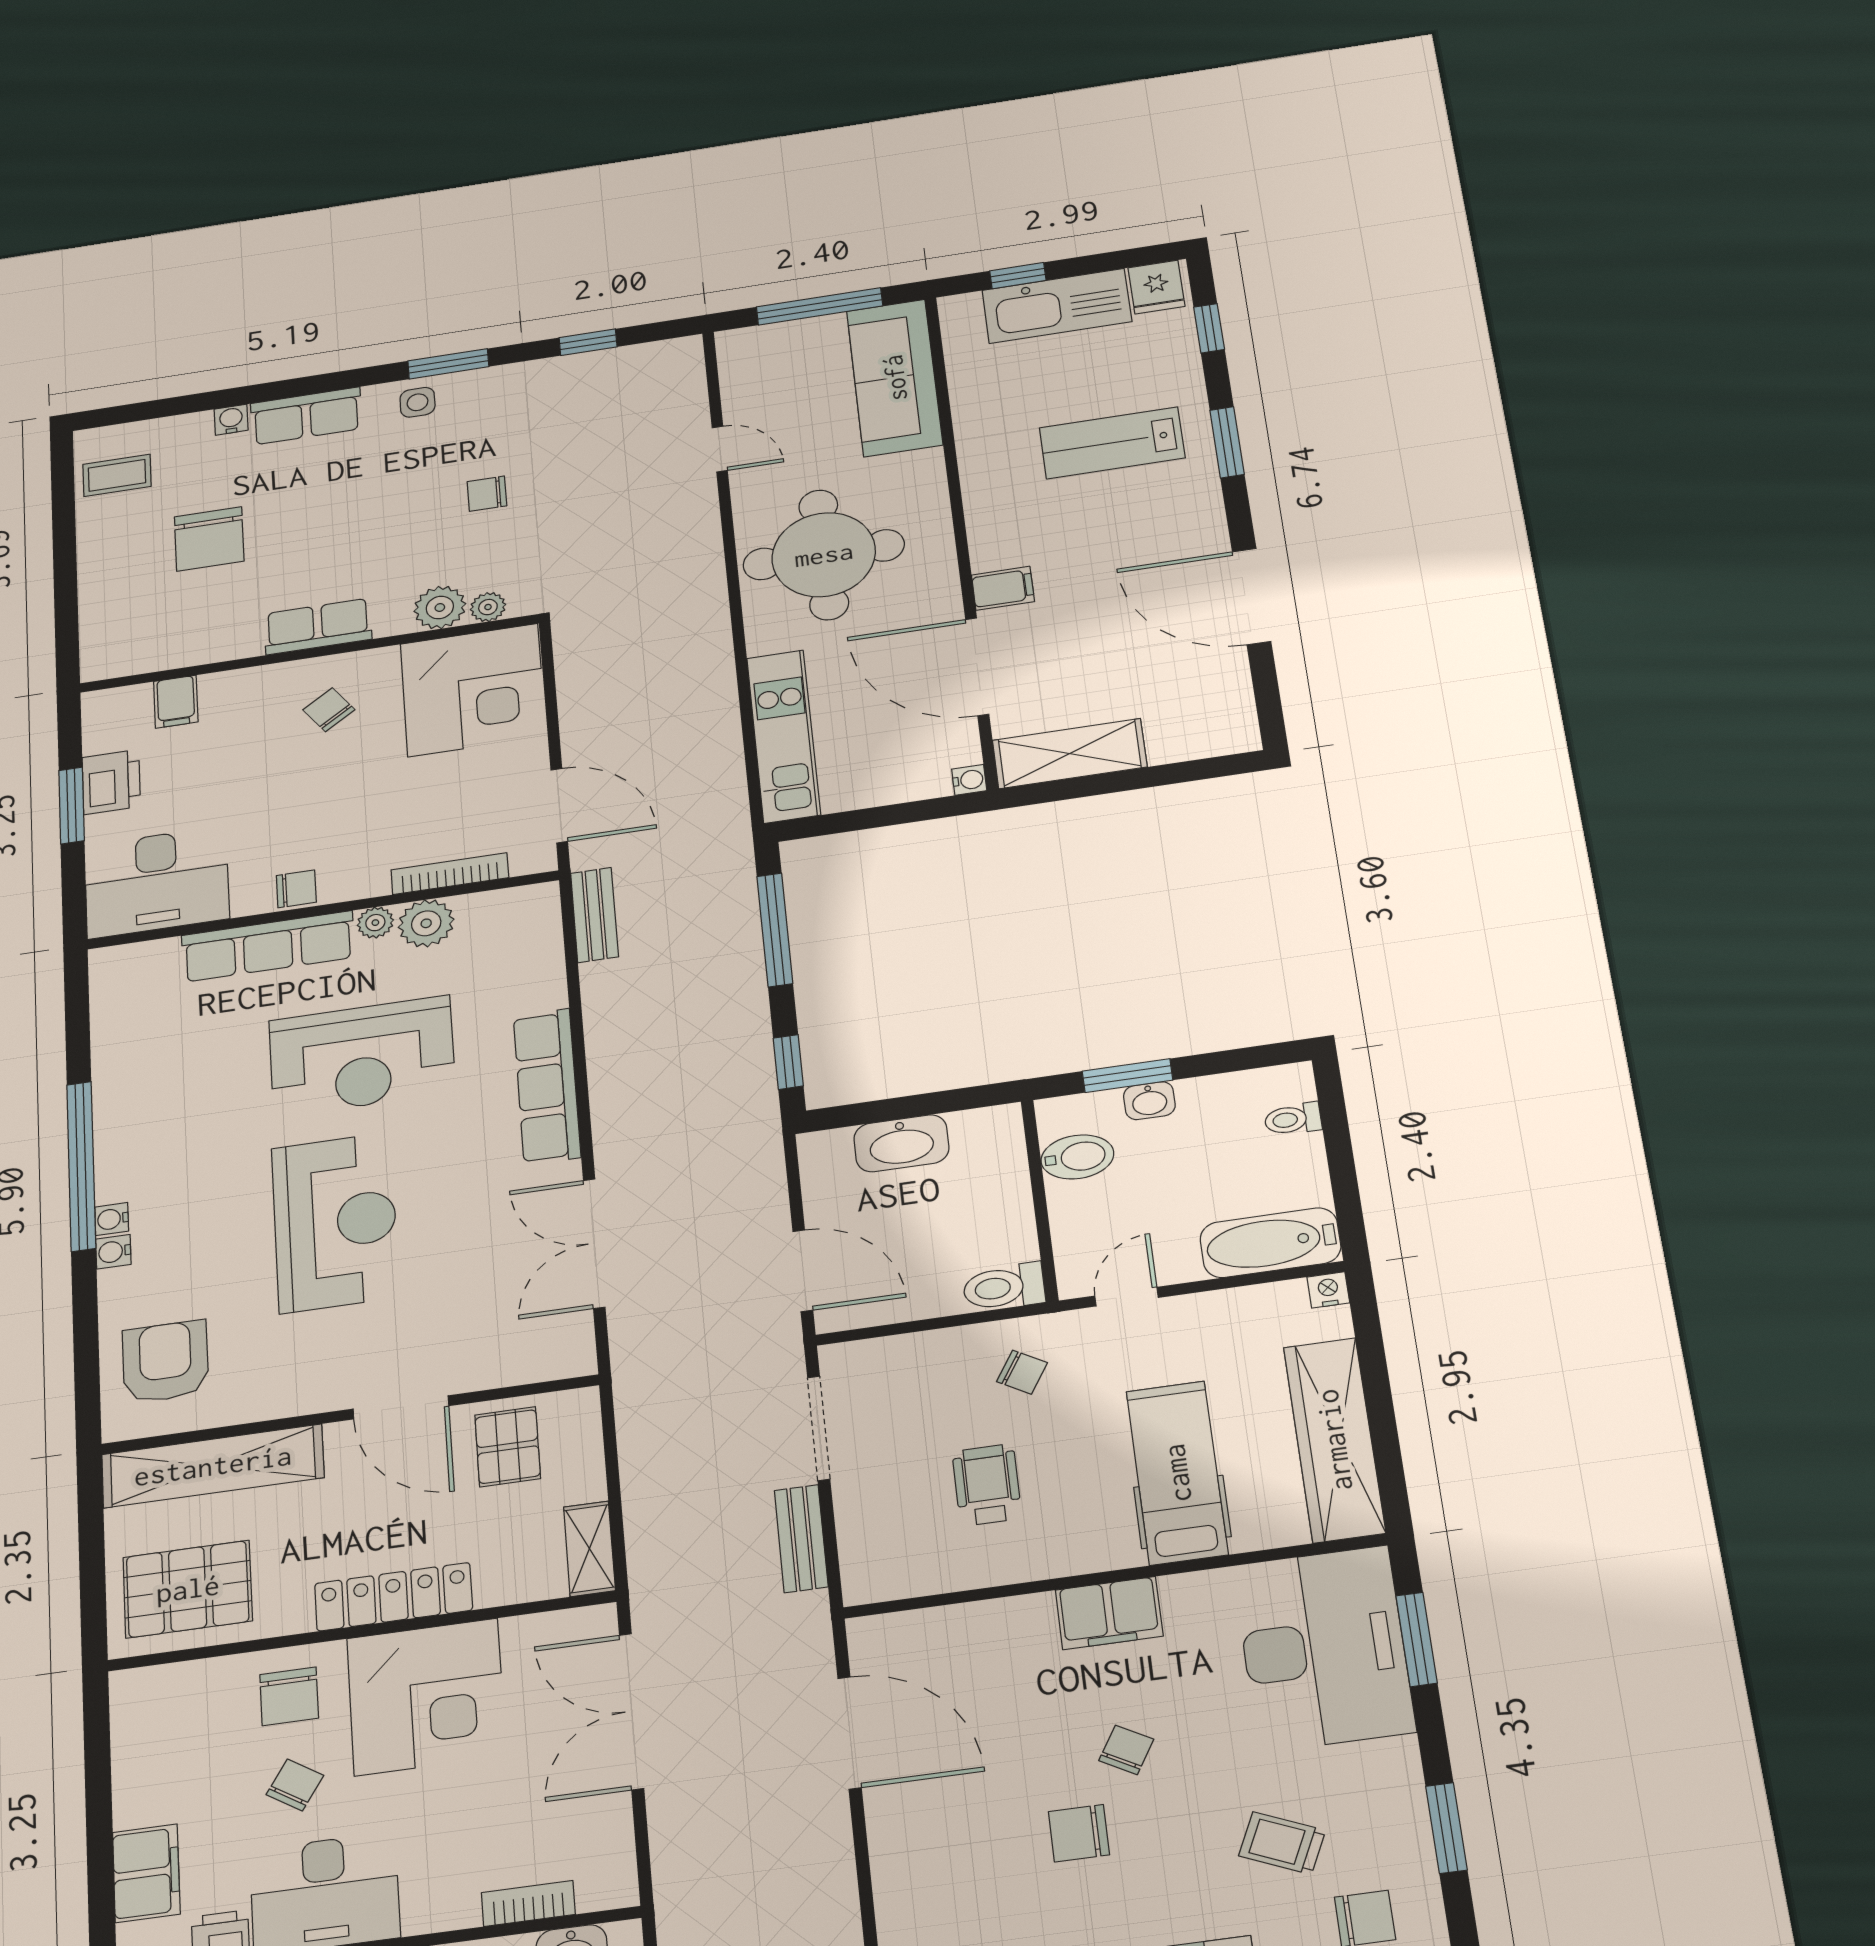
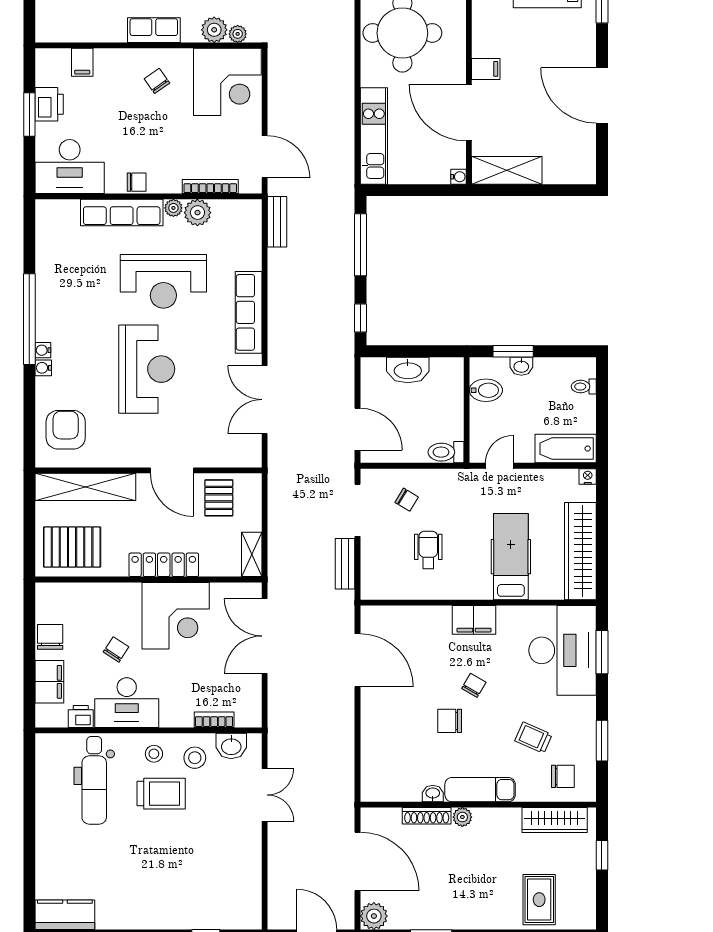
chair: (1022, 1372) -> (407, 500), moved
chair: (289, 1696) -> (50, 637), moved, turned 180

